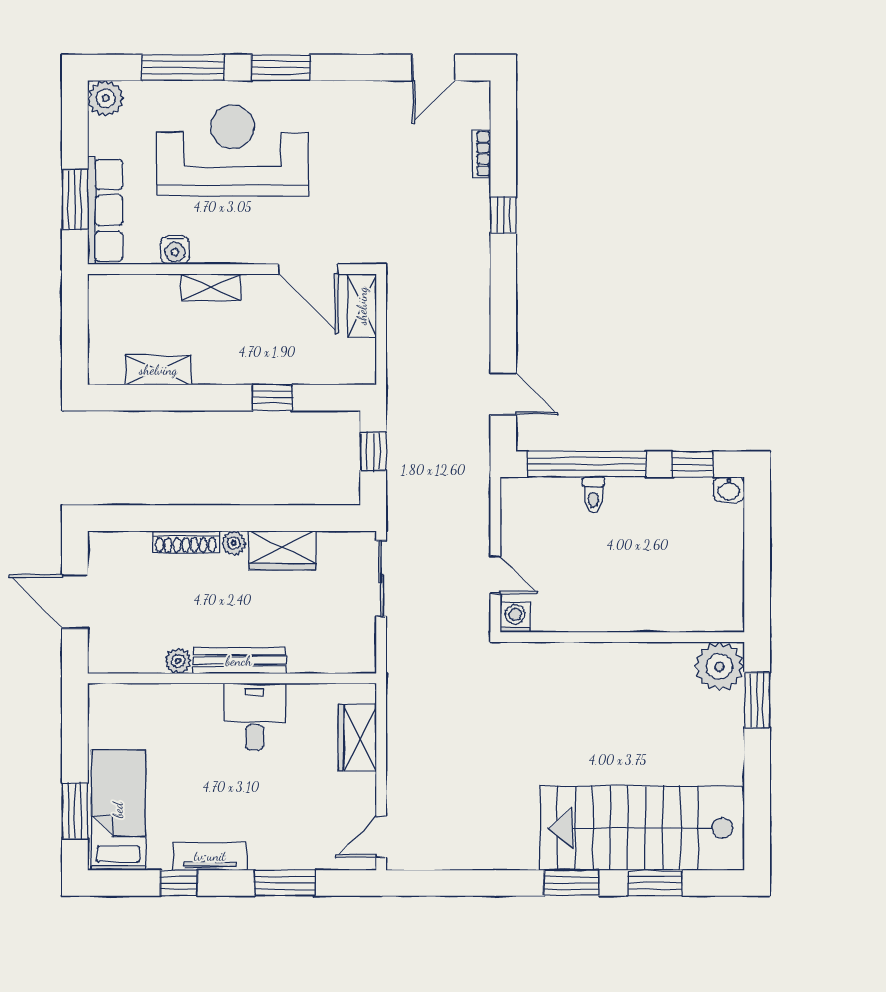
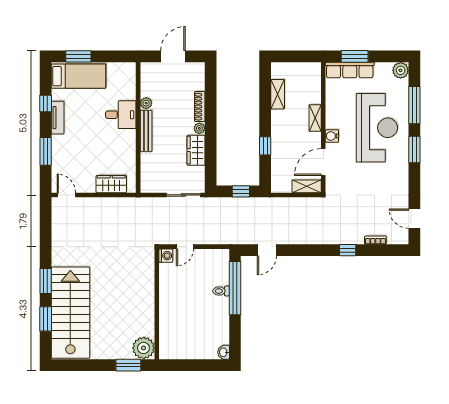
water cooler: (175, 250) -> (332, 136), moved
window: (693, 464) -> (235, 336), removed
desk: (255, 717) -> (121, 115), moved

